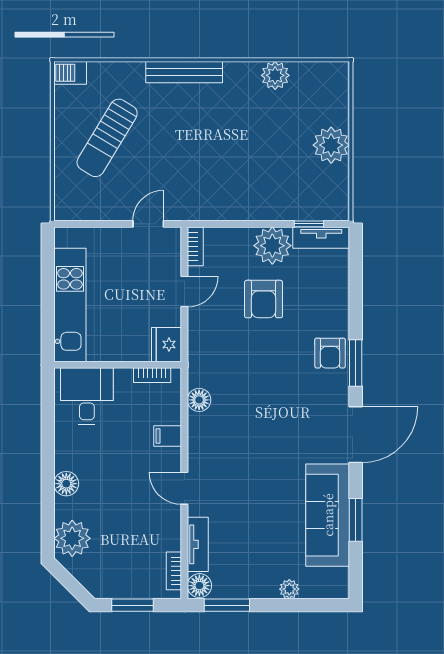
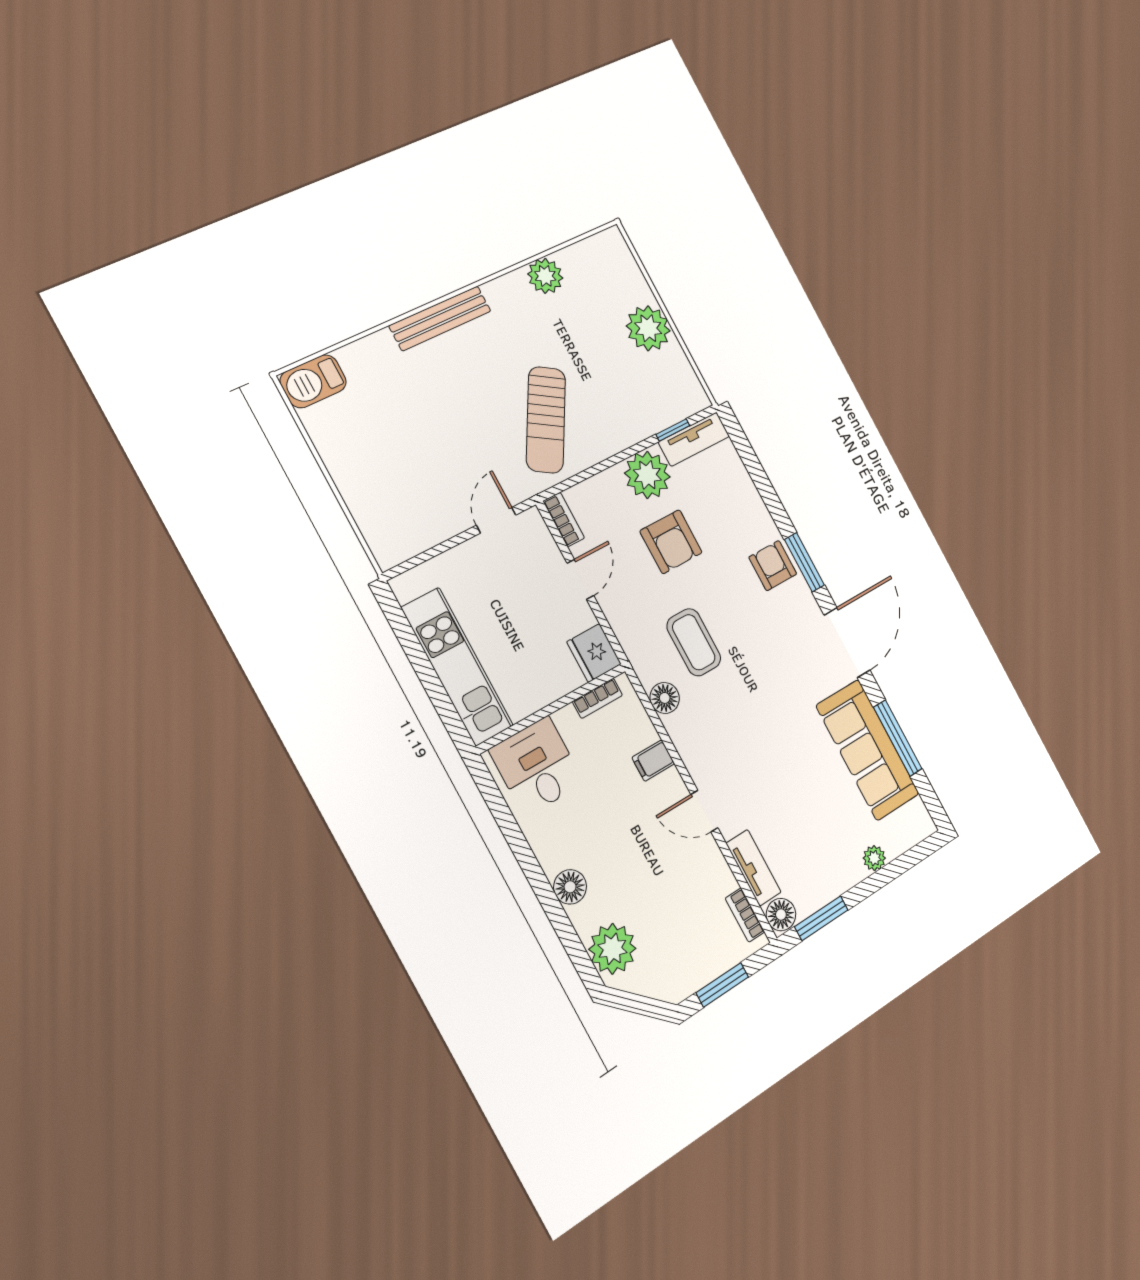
barbecue: (70, 73) -> (313, 381), width x1.38, depth x1.27
sun lounger: (107, 138) -> (546, 420), moved
armchair: (330, 353) -> (773, 566), turned 180
coffee table: (241, 374) -> (694, 642), added
window: (356, 520) -> (898, 738), width x1.44

